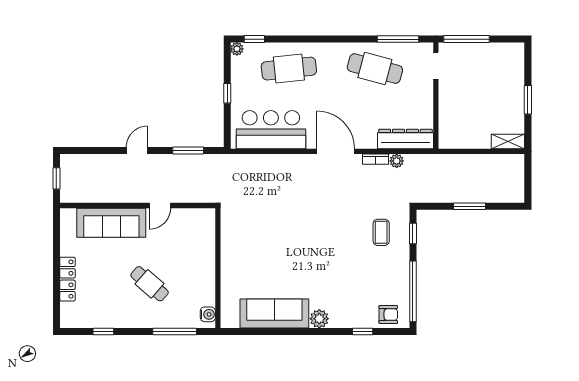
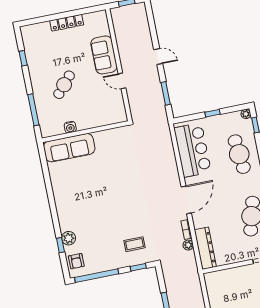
sofa: (111, 223) -> (104, 55), width x0.73
locker: (67, 279) -> (67, 23), moved
sofa: (274, 313) -> (69, 148), moved, turned 90
water cooler: (208, 314) -> (70, 127), moved
plant: (319, 319) -> (69, 238), moved

